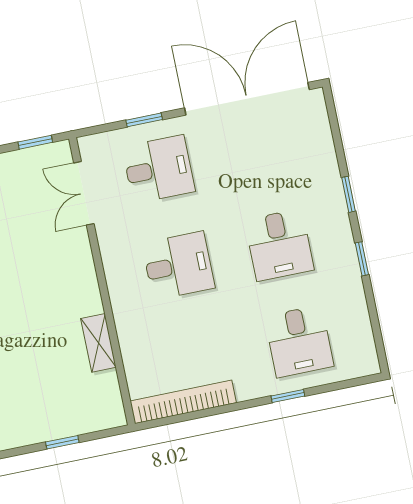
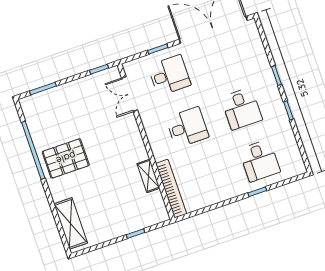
bookcase: (183, 402) -> (171, 189), moved, turned 90

